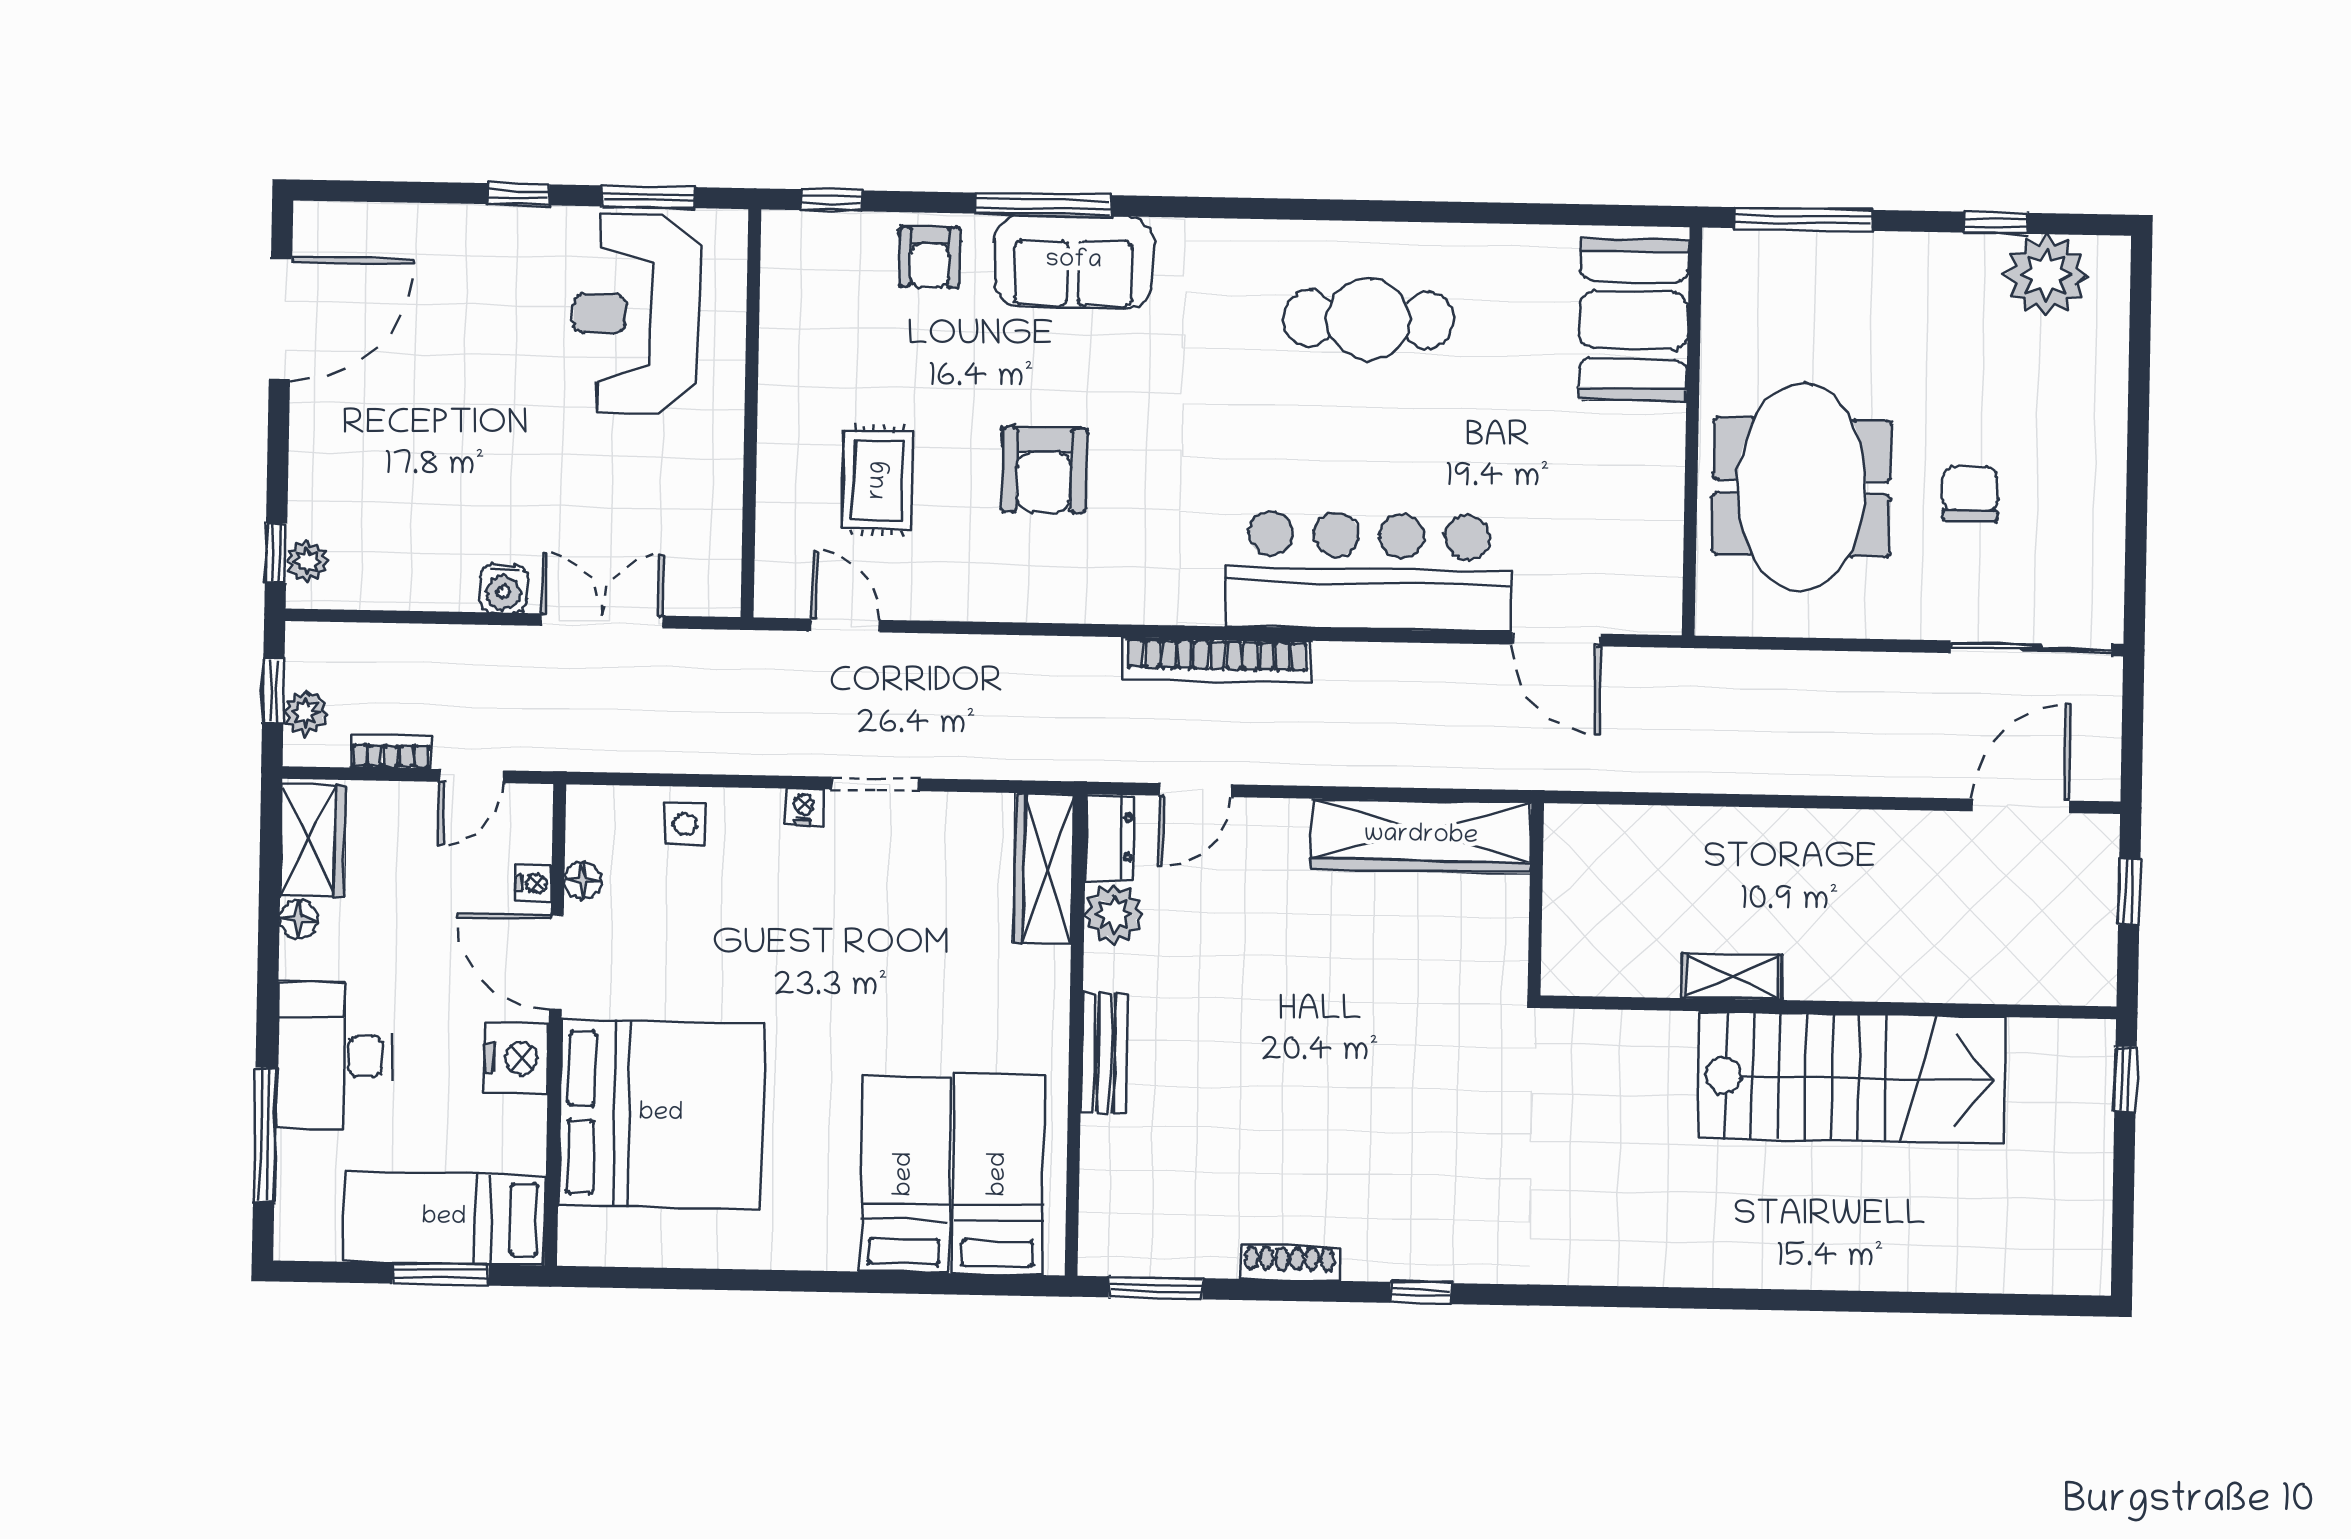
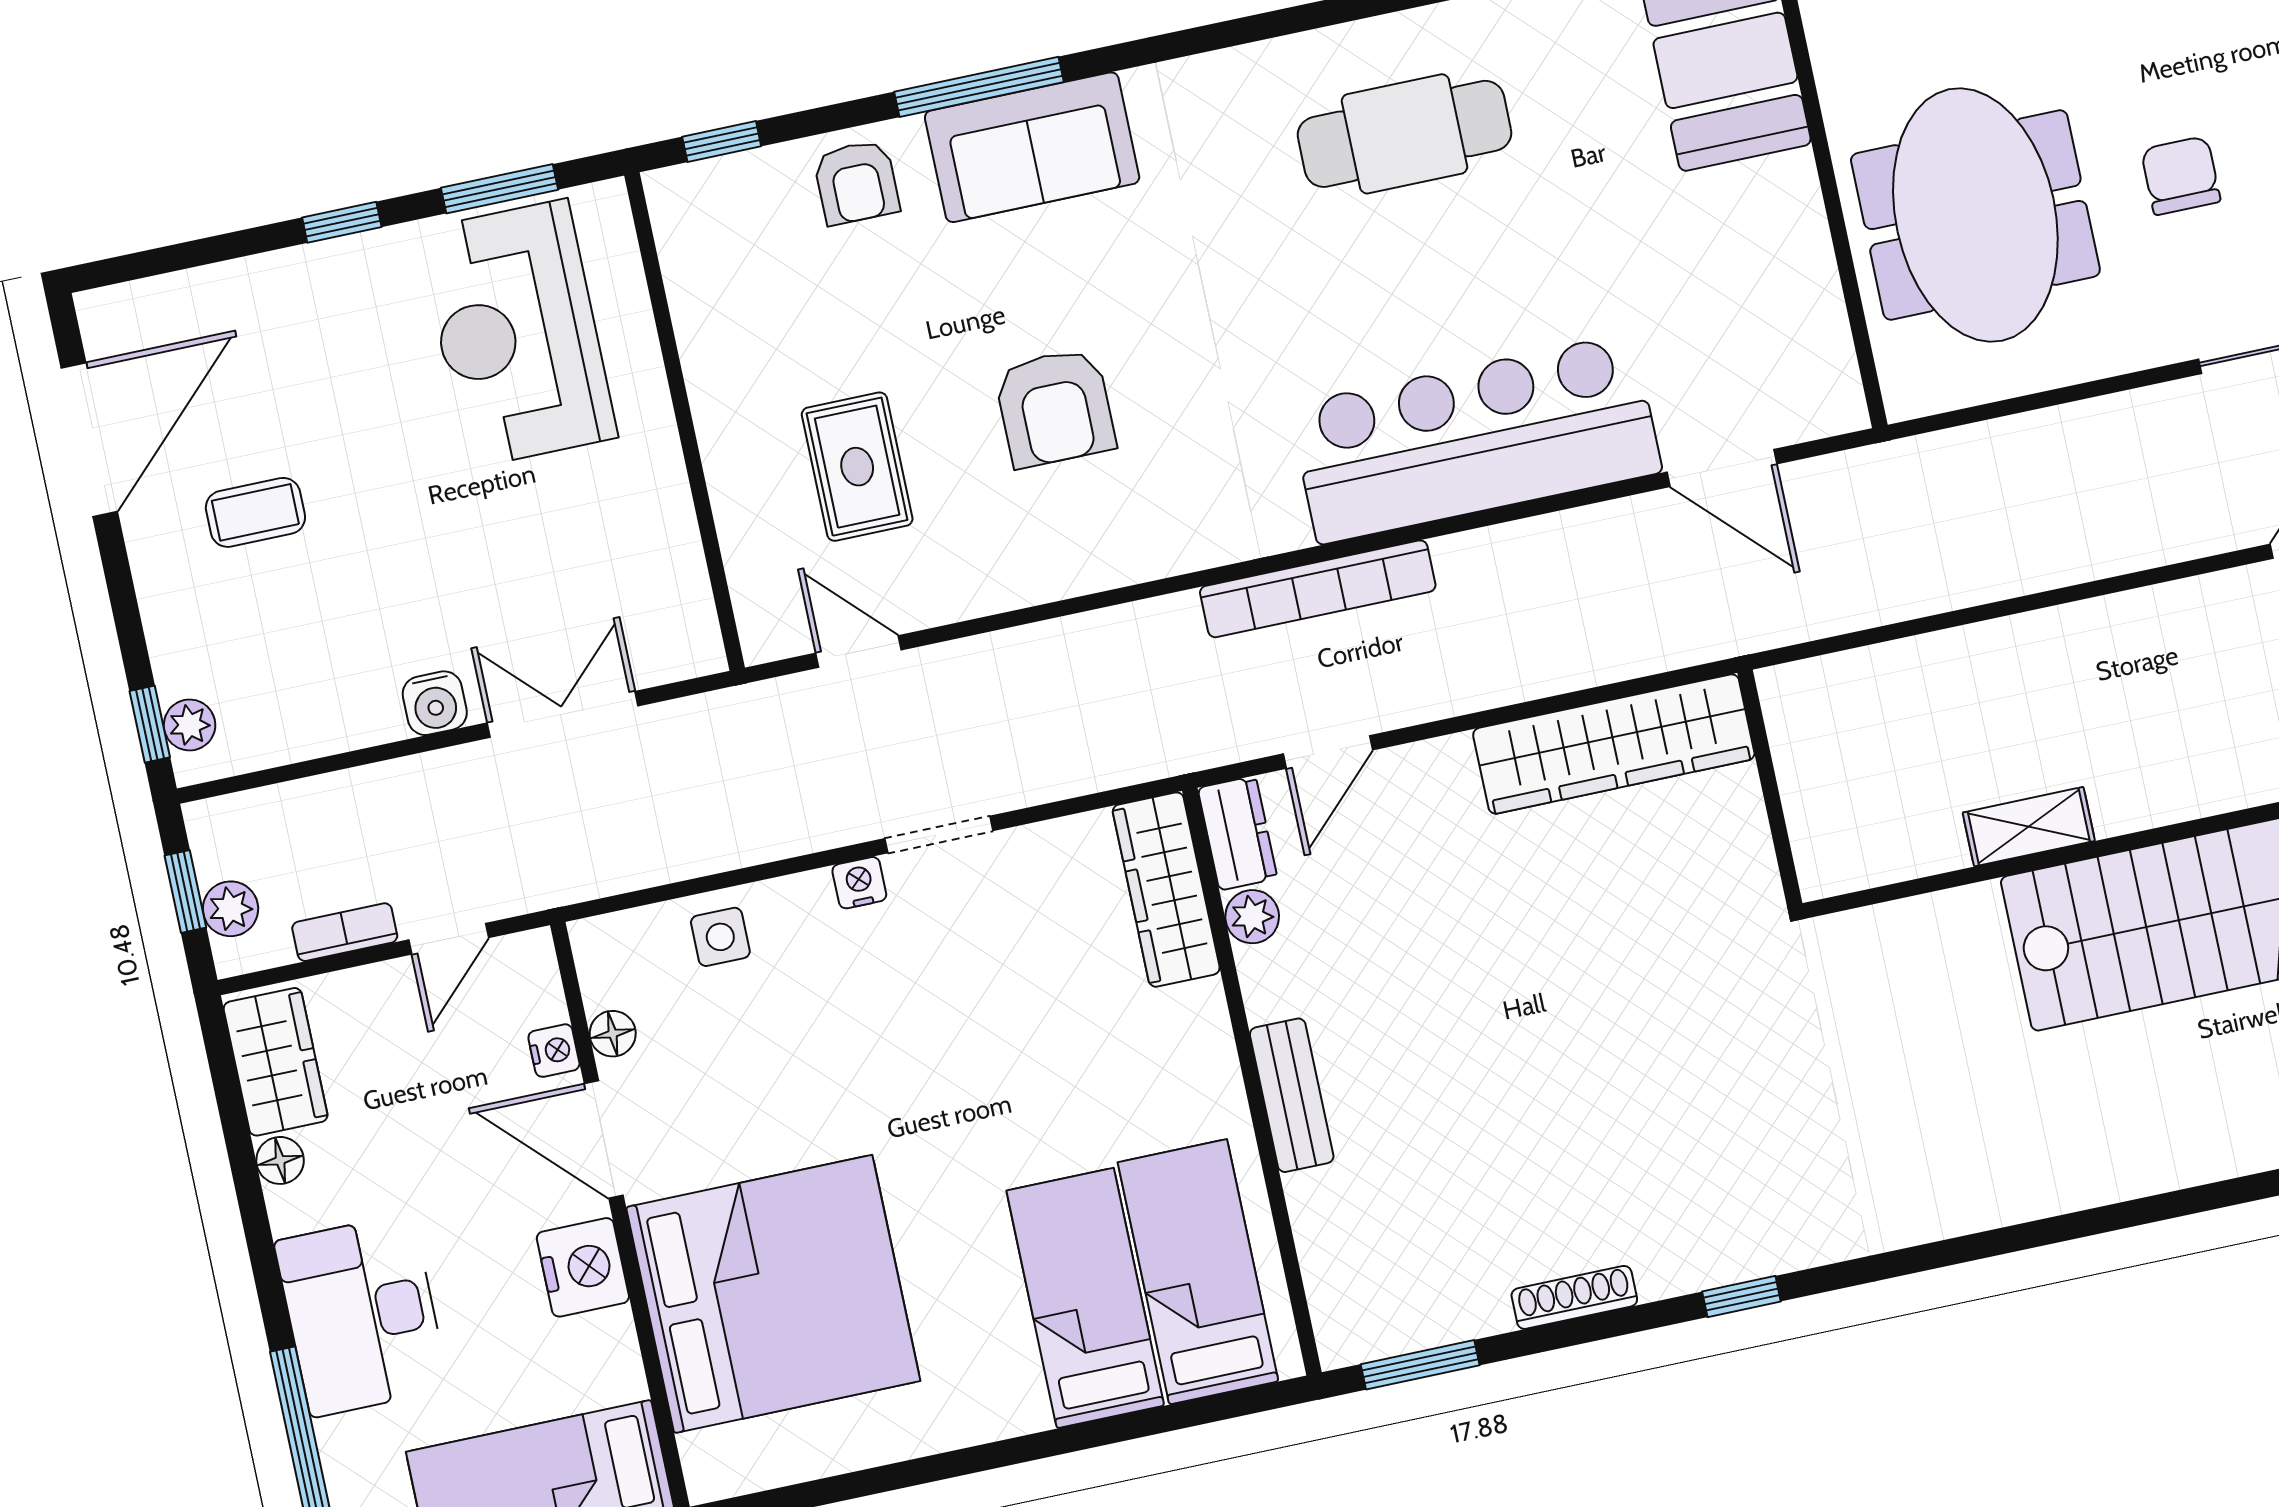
coffee table: (398, 406) -> (255, 512), added
plant: (1114, 914) -> (1252, 917), width x0.73, depth x0.73

